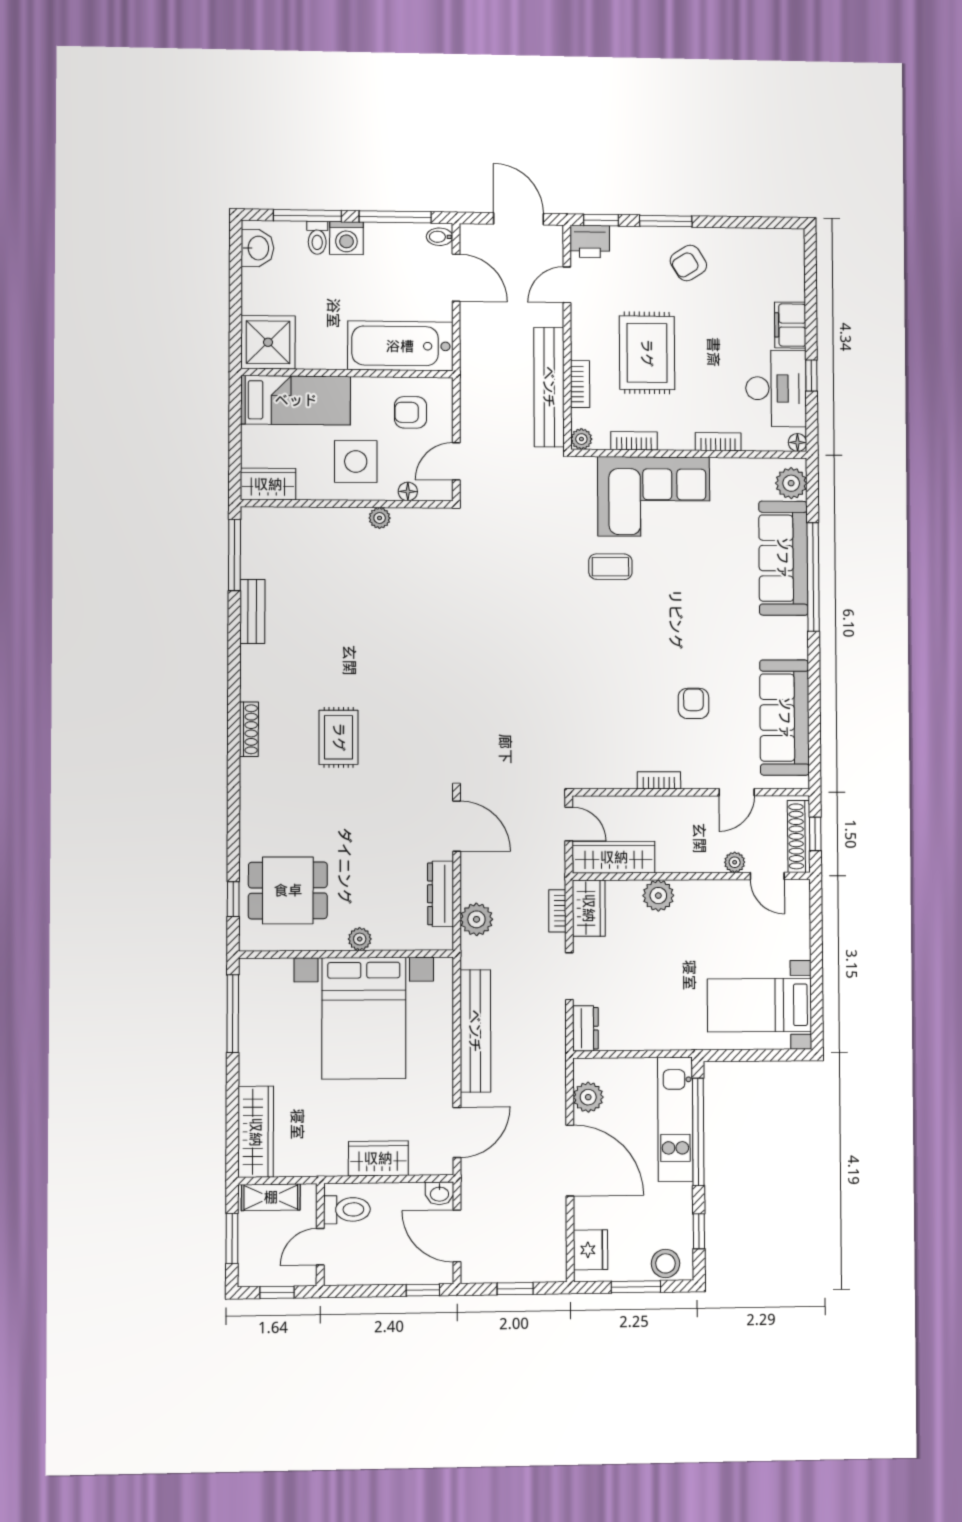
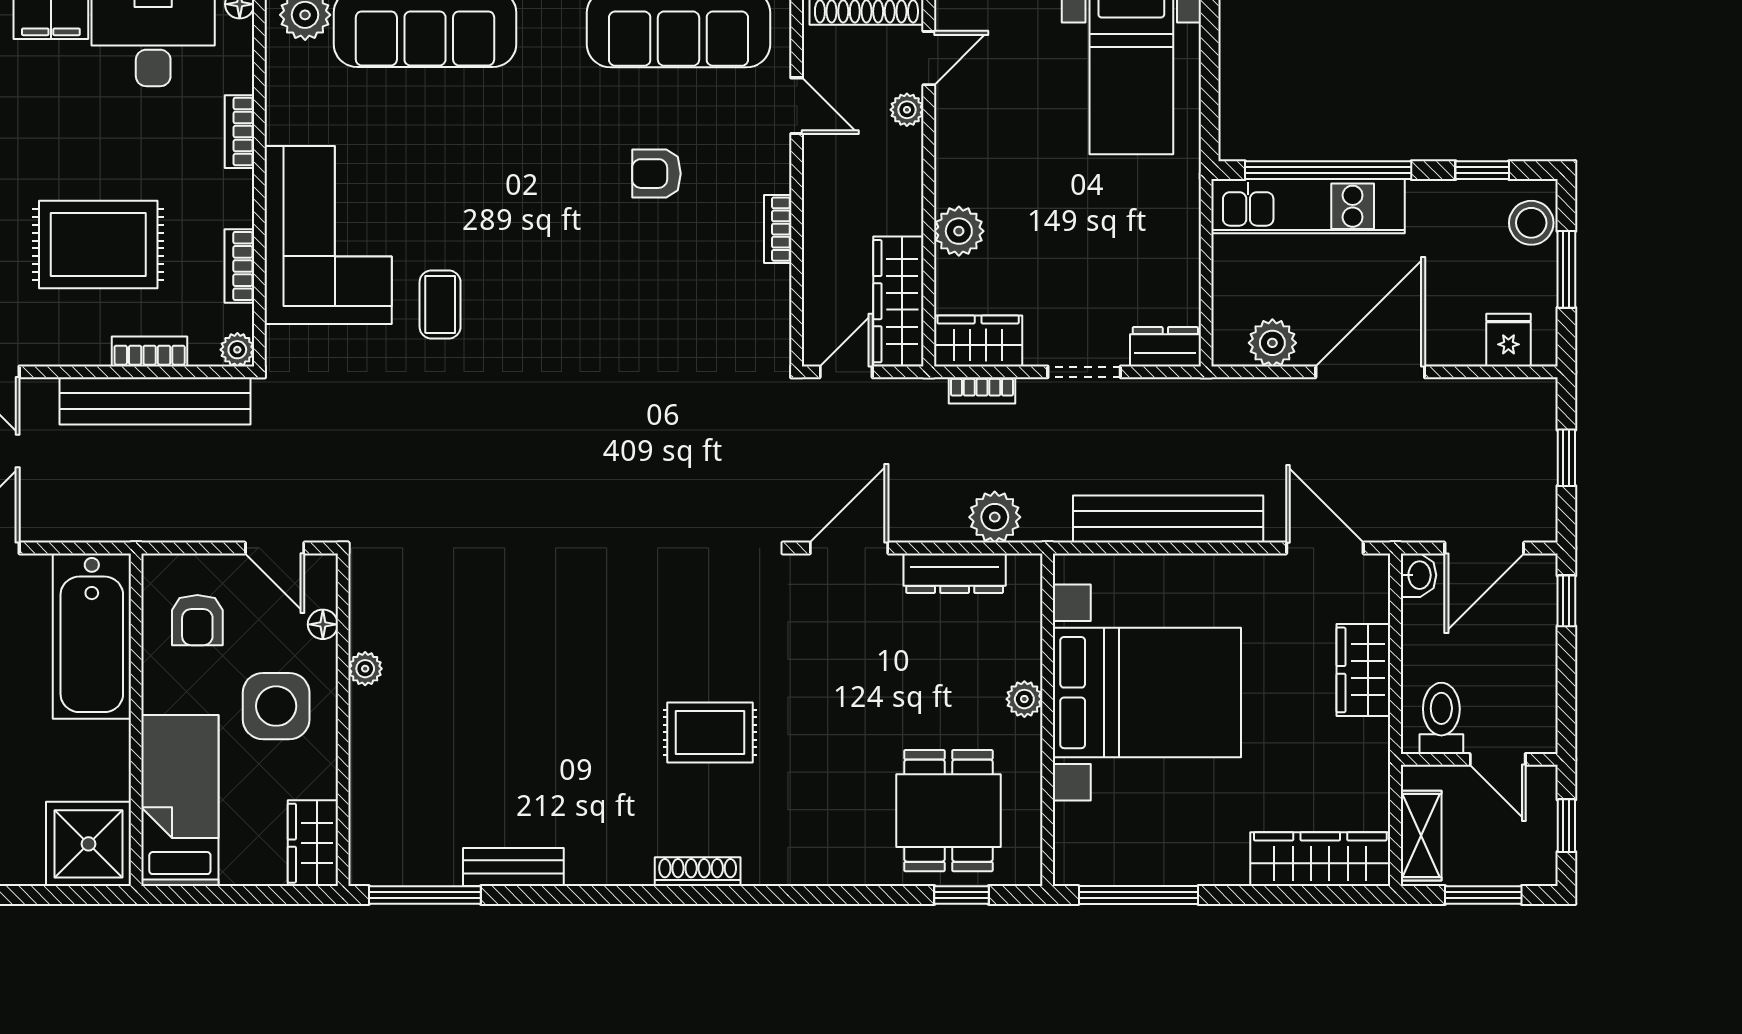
fridge: (591, 1250) -> (1508, 340), width x0.72

